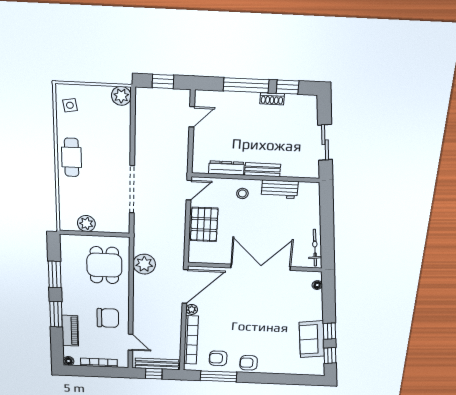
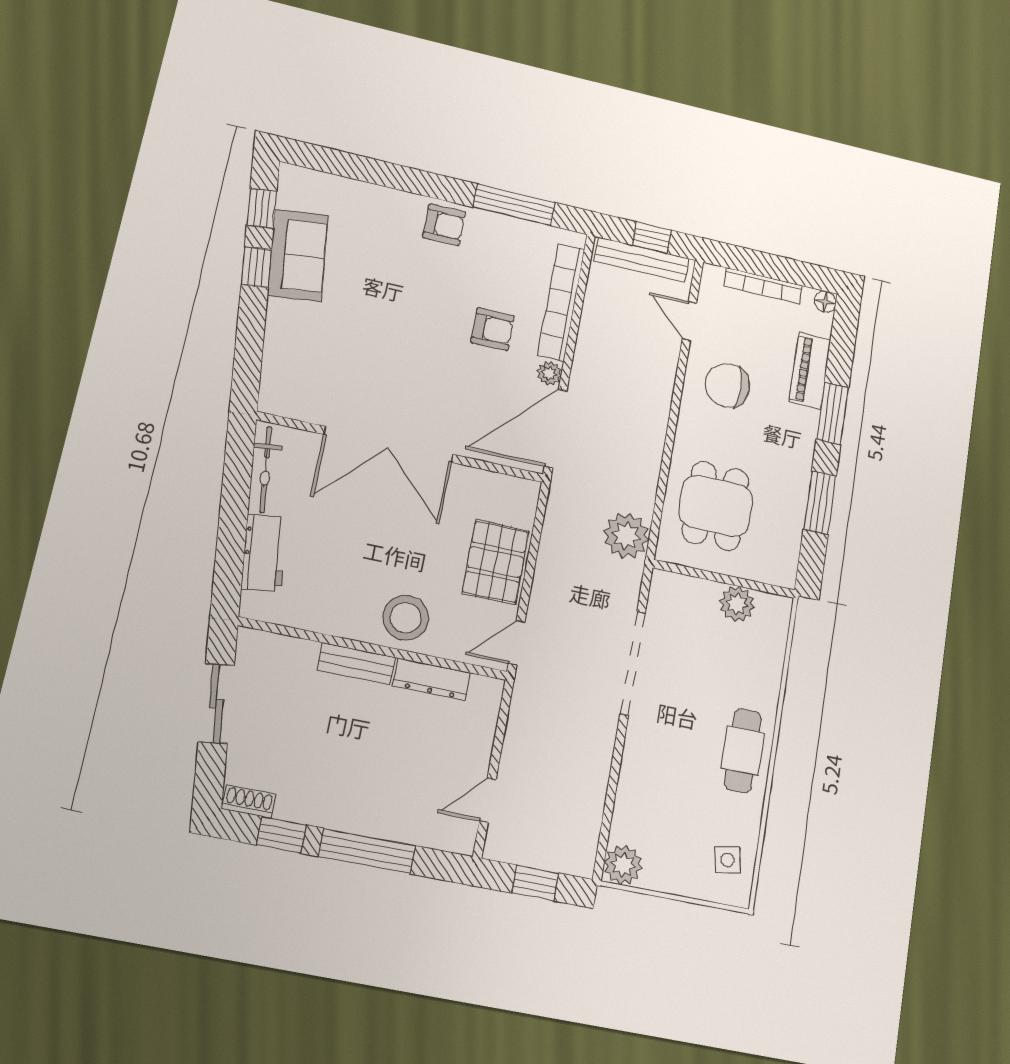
shoe rack: (272, 99) -> (249, 802), moved
workbench: (280, 189) -> (264, 553), moved, turned 83
stool: (242, 193) -> (406, 618), width x1.89, depth x1.89
plant: (144, 264) -> (626, 536), moved
floor lamp: (317, 285) -> (271, 382), removed
armchair: (218, 358) -> (493, 329), moved

